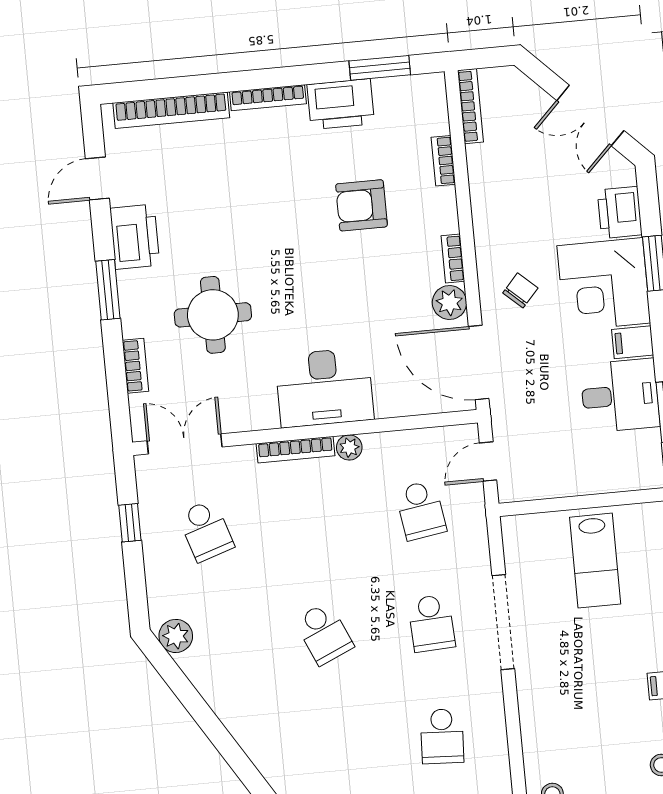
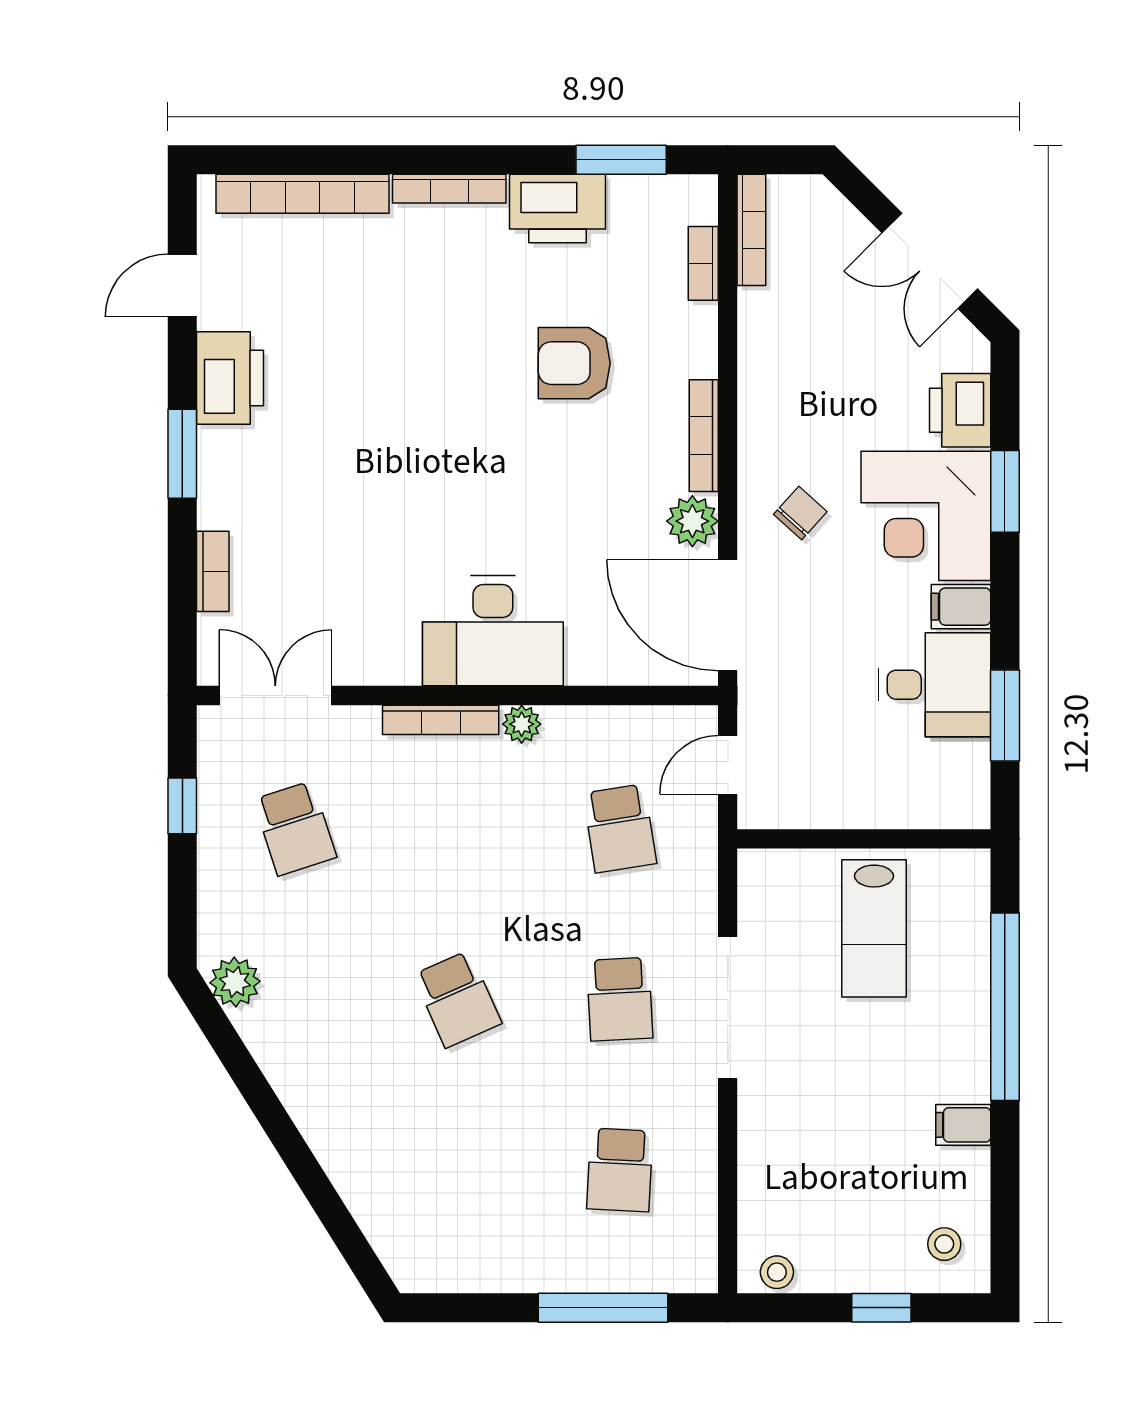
bookcase: (443, 161) -> (703, 263), moved
bookcase: (453, 259) -> (704, 436), width x1.56
round table: (213, 315) -> (336, 506), removed

